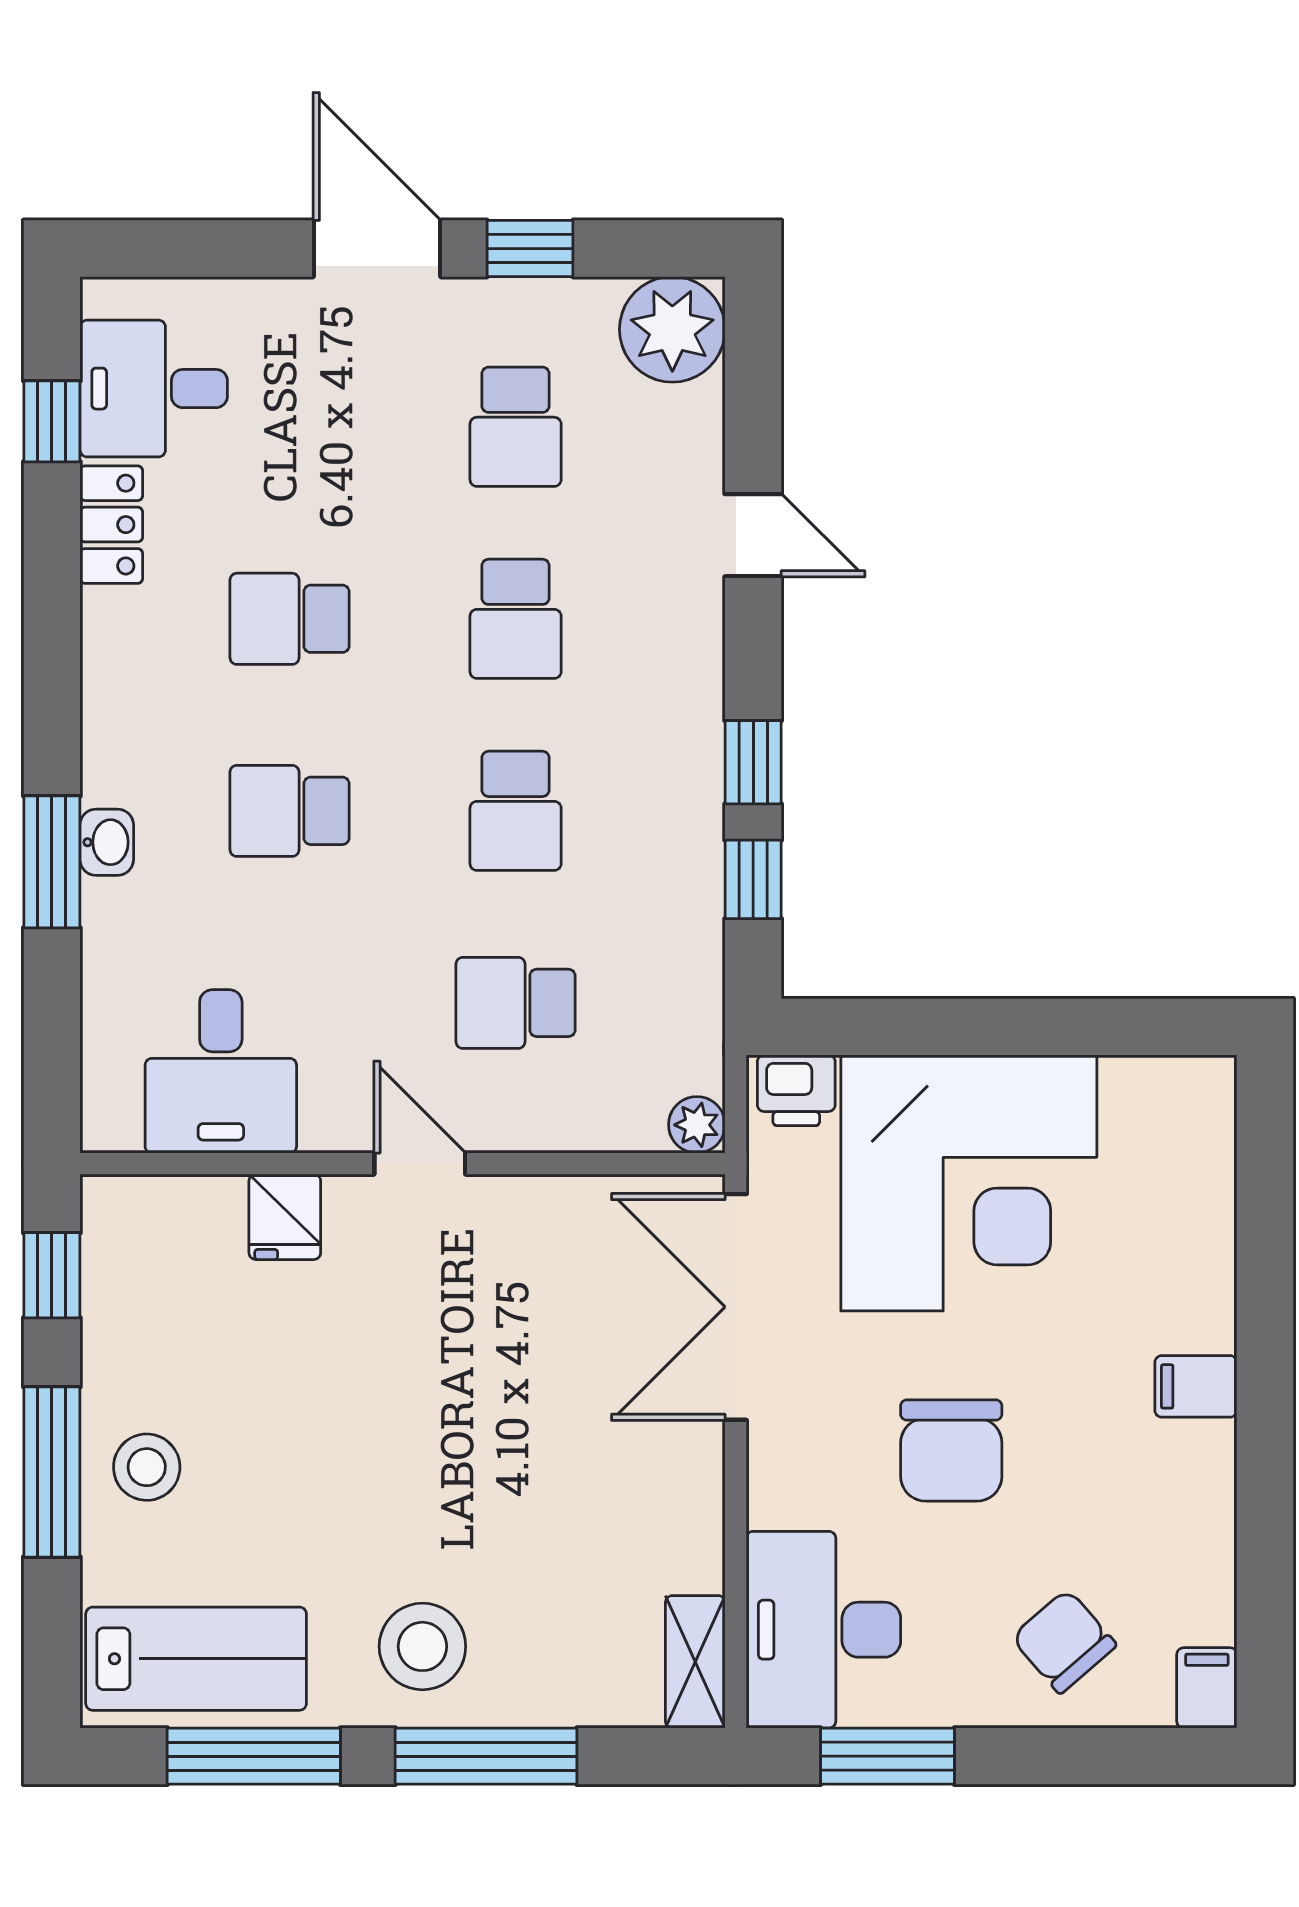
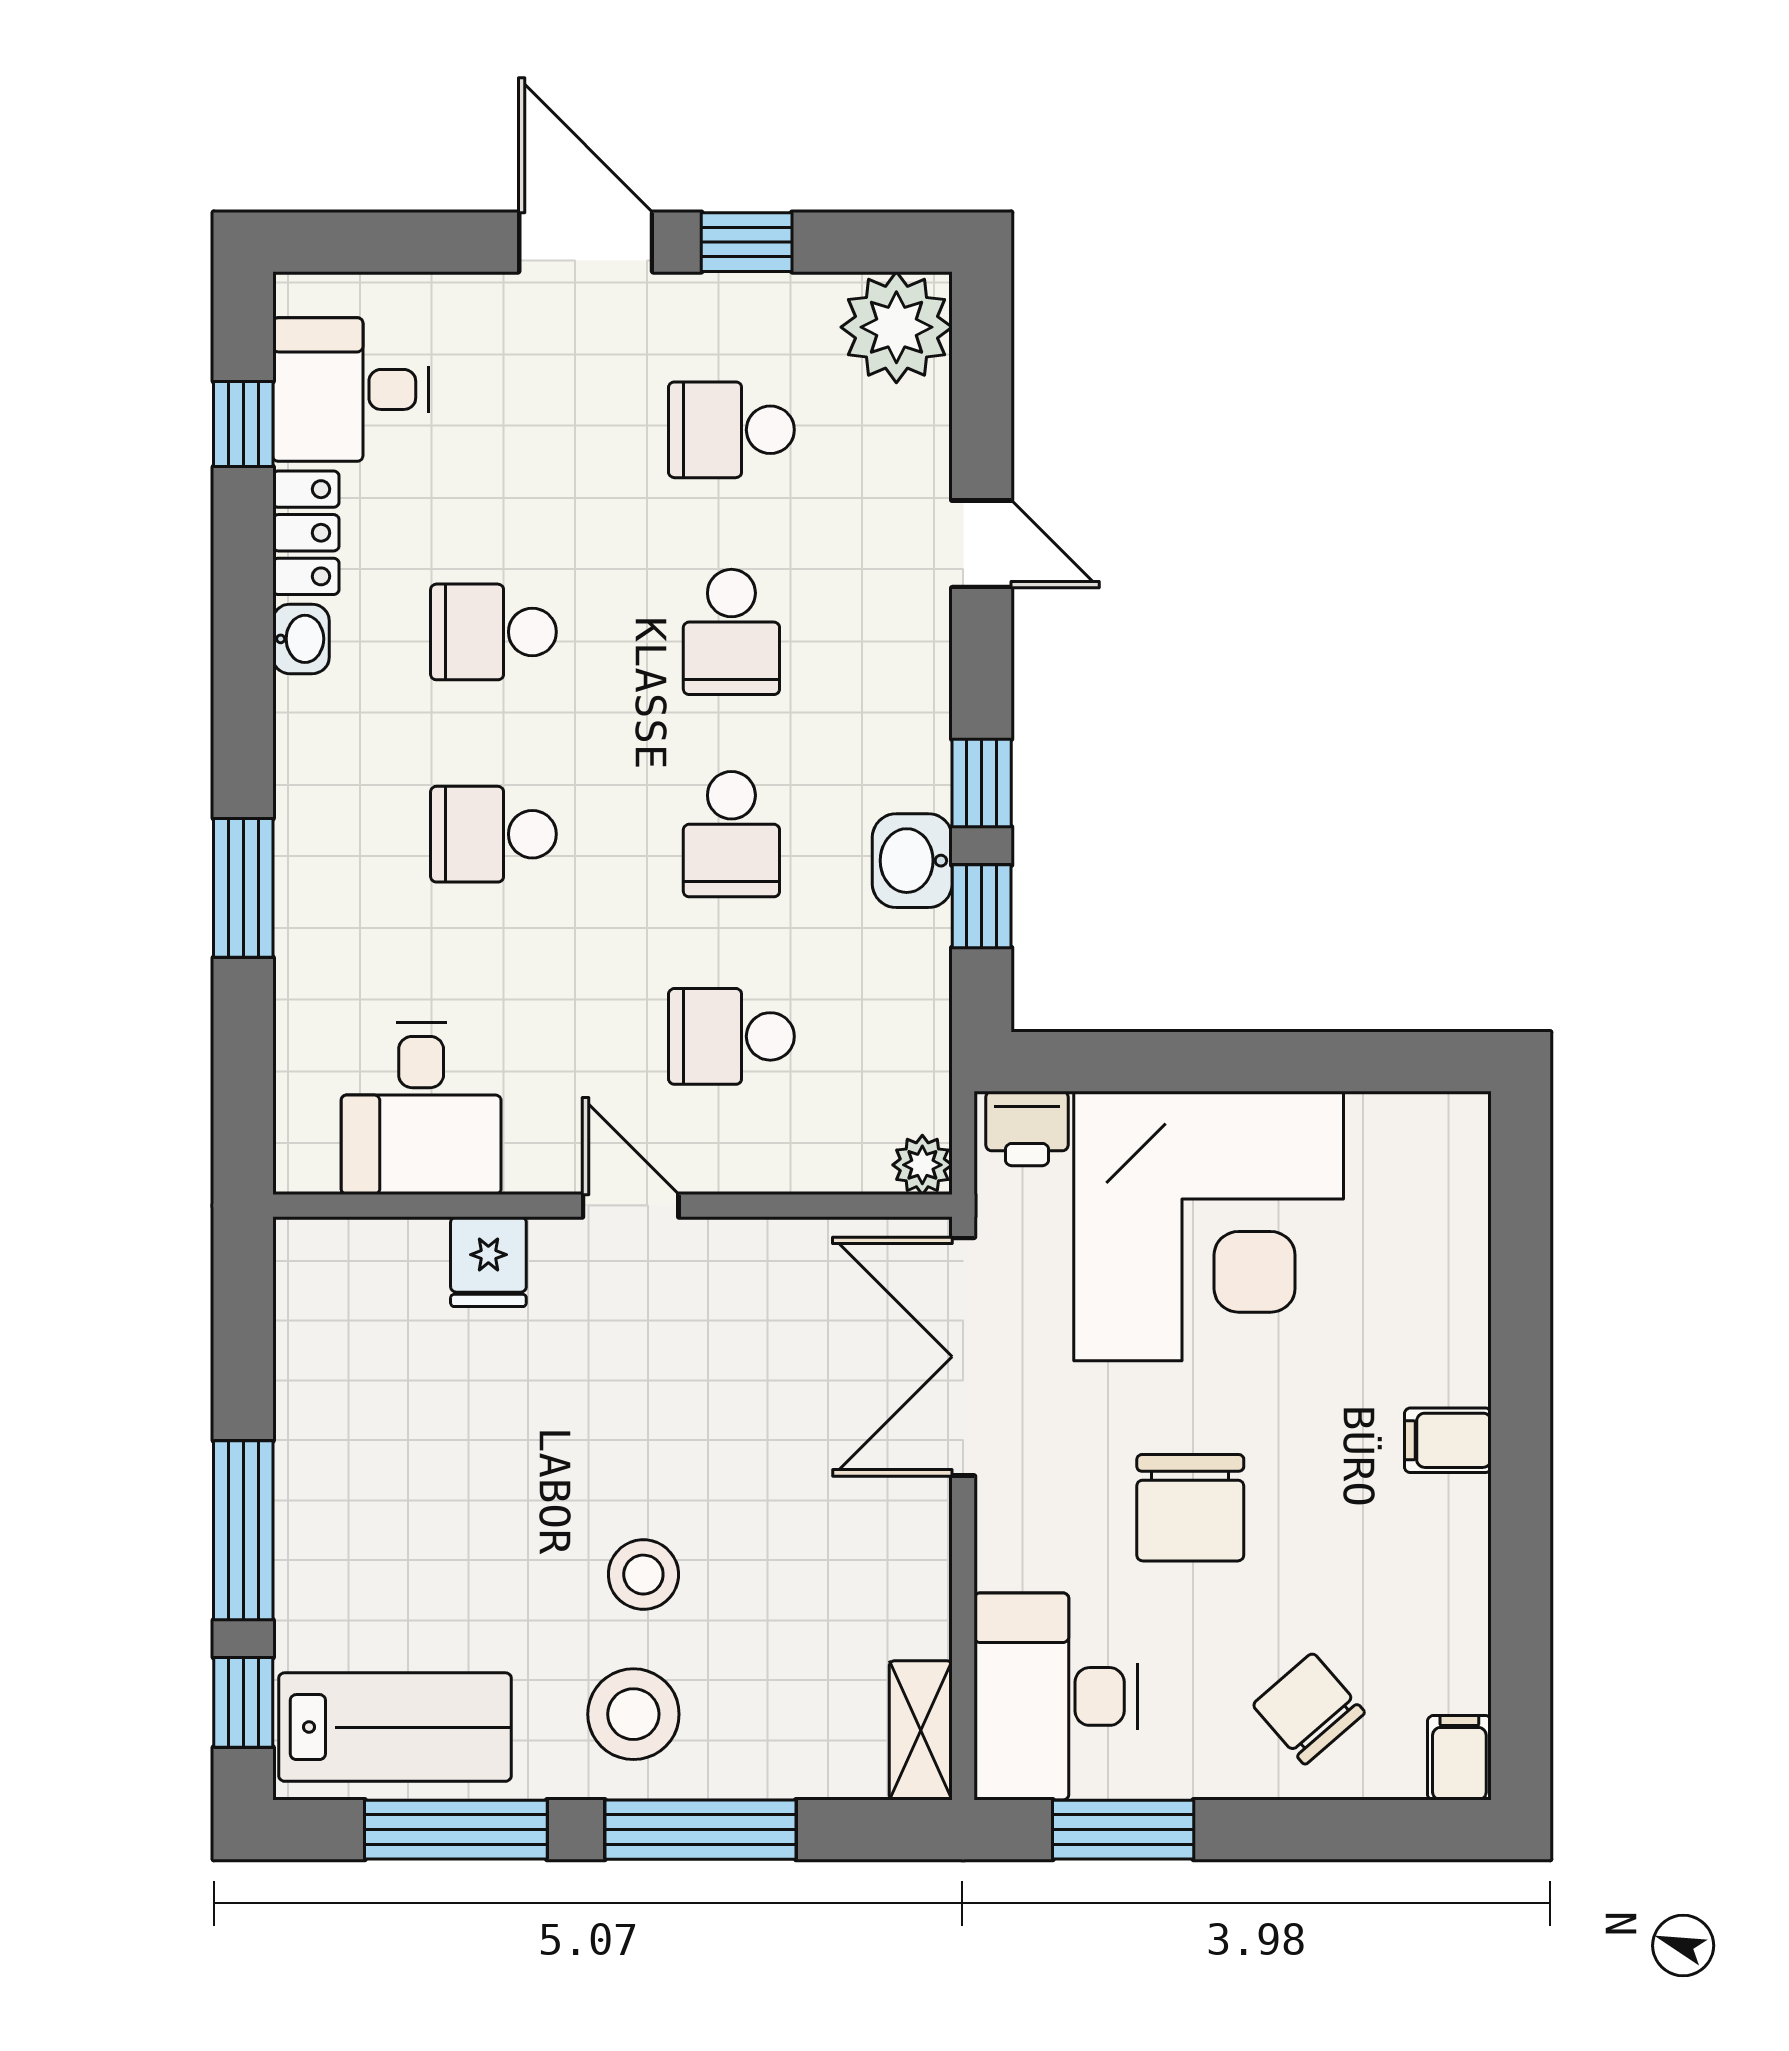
school desk: (516, 427) -> (731, 430), turned 90
washbasin: (687, 836) -> (912, 861), added
washbasin: (107, 842) -> (301, 639), moved
window: (52, 1275) -> (243, 1702), moved
stool: (147, 1467) -> (643, 1575), moved

